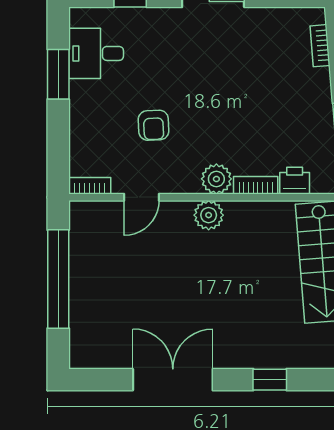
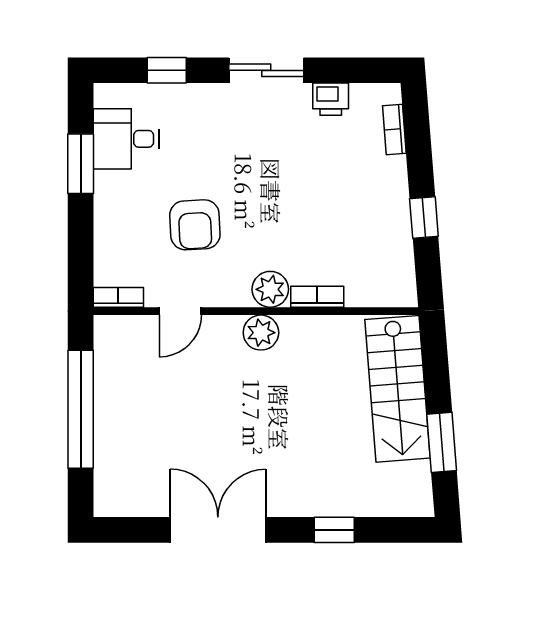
armchair: (154, 125) -> (195, 225), width x1.38, depth x1.38
printer: (295, 181) -> (331, 99), moved, turned 180

